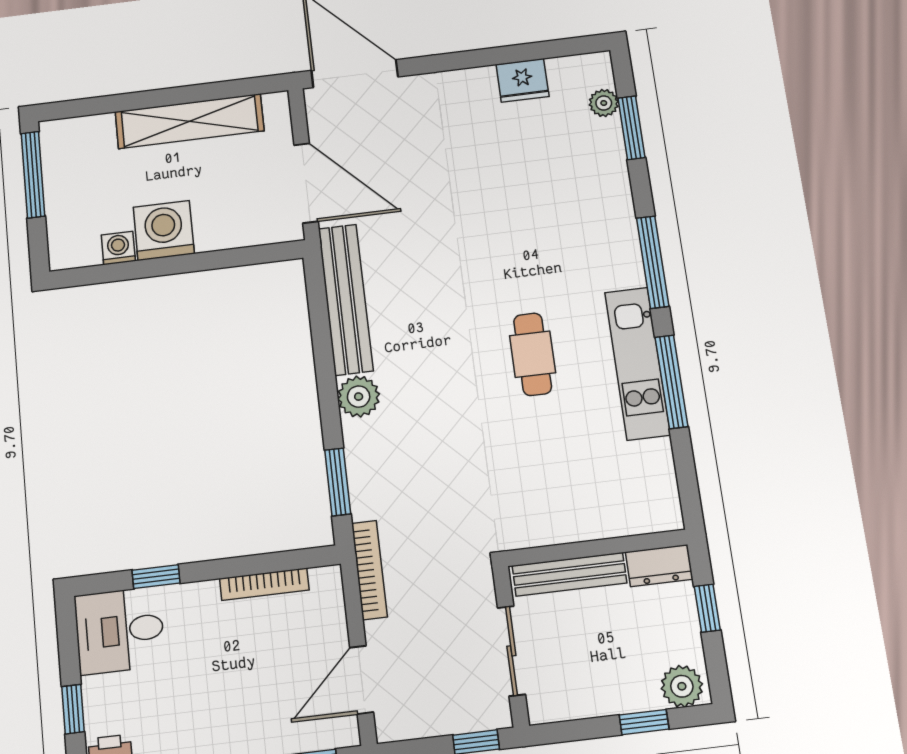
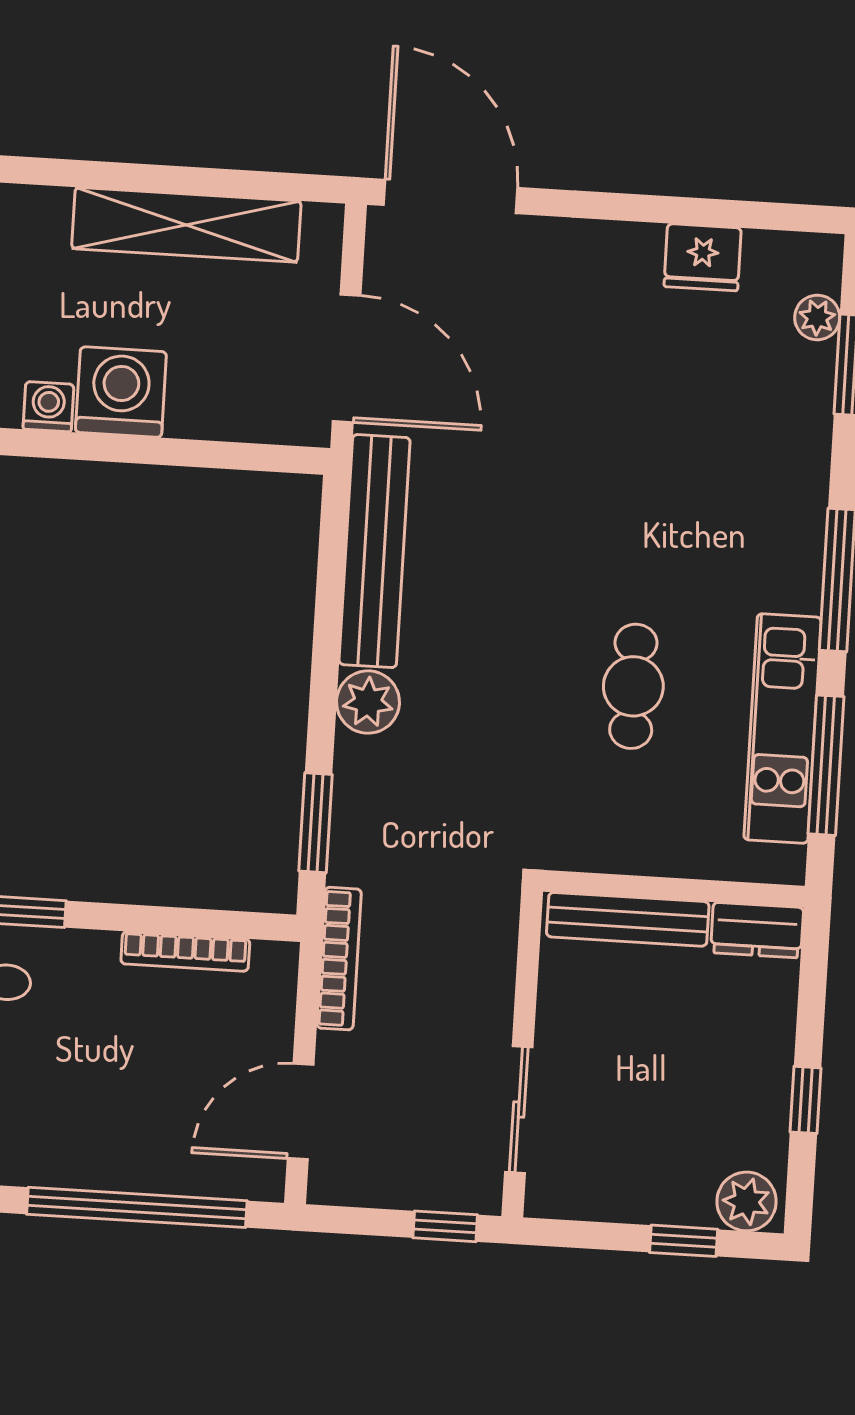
wall: (597, 548) -> (674, 889), moved
dresser: (659, 566) -> (757, 930), moved
bench: (569, 574) -> (628, 919), moved

